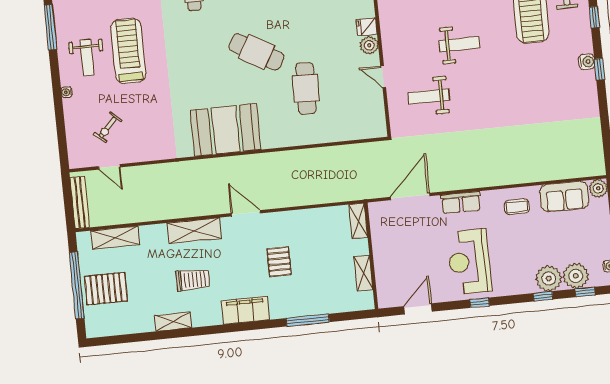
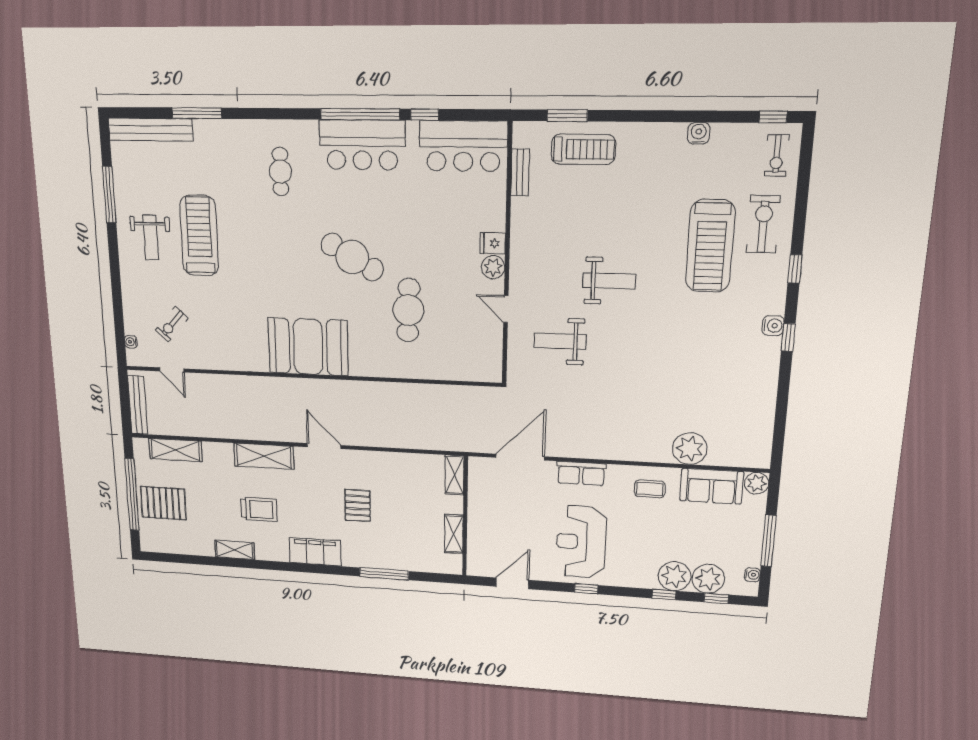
water cooler: (67, 92) -> (131, 342), moved
plant: (542, 168) -> (690, 449), added

